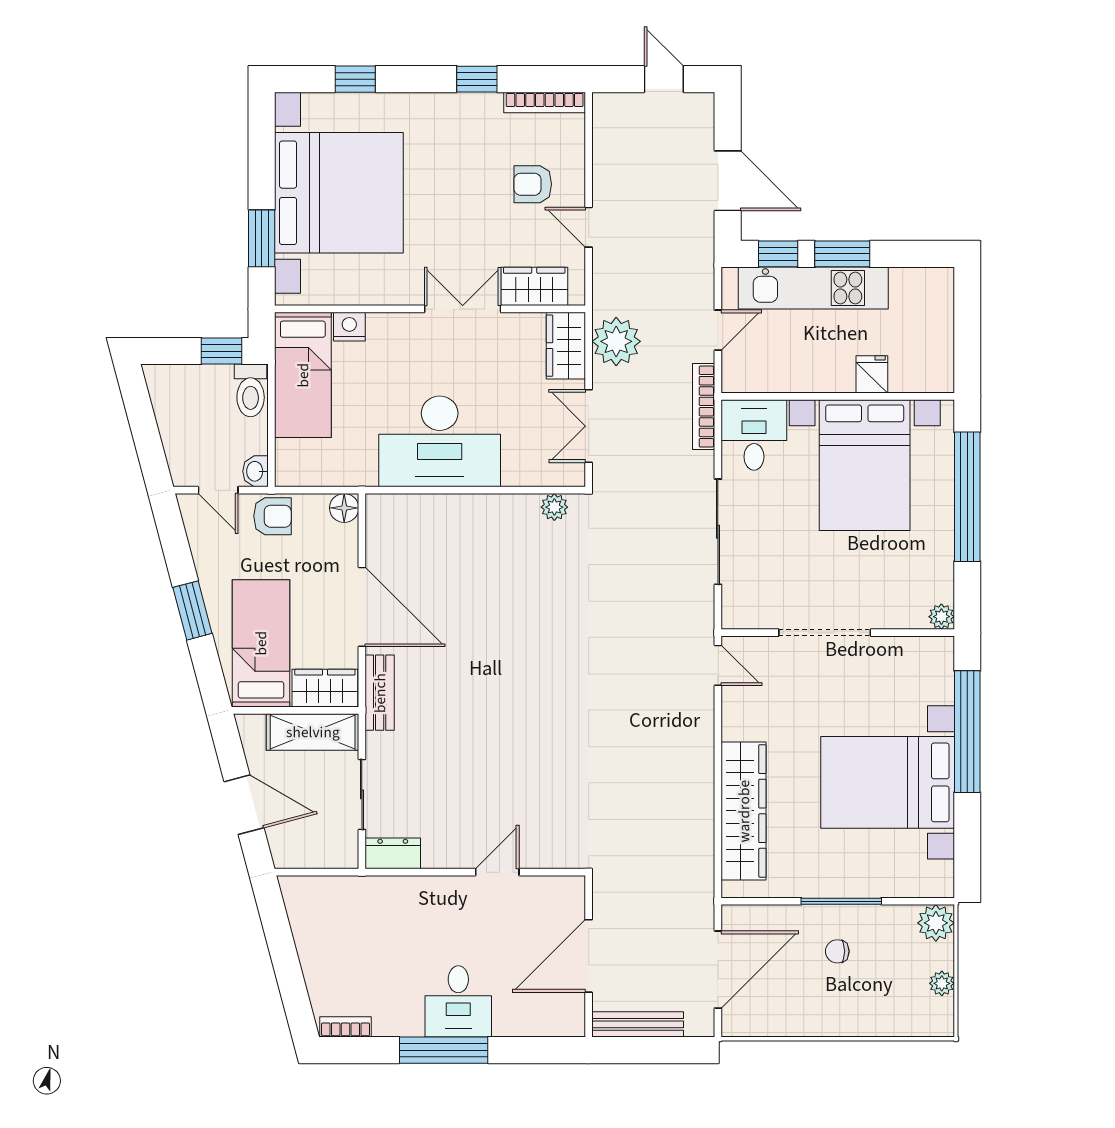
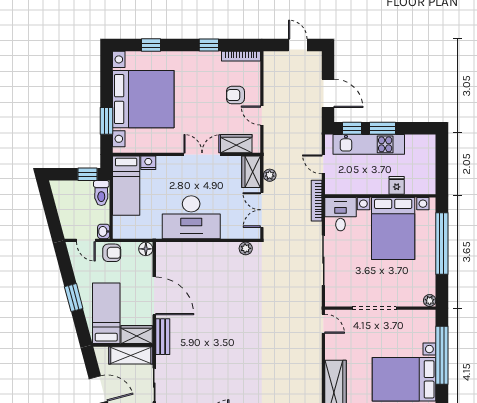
door: (718, 330) -> (323, 164), swing flipped
plant: (616, 341) -> (270, 175), width x0.53, depth x0.53

